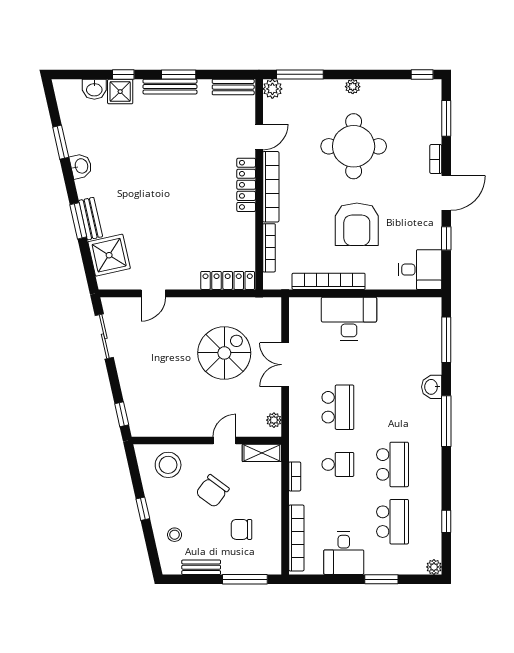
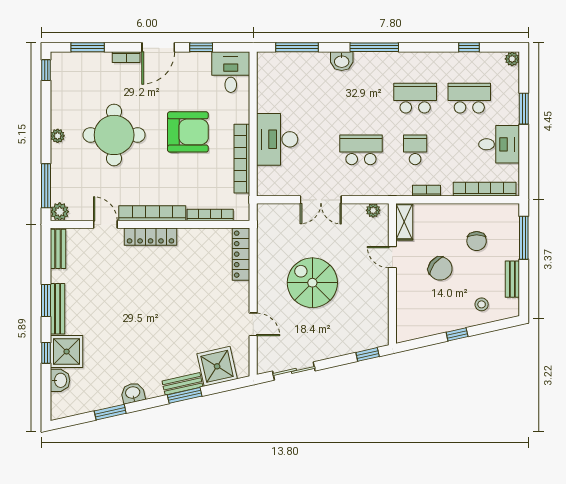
shower: (120, 92) -> (67, 352), width x1.36, depth x1.36
door: (446, 193) -> (158, 47), swing flipped
spiral stairs: (224, 353) -> (312, 283), moved
stool: (168, 465) -> (416, 311), removed

